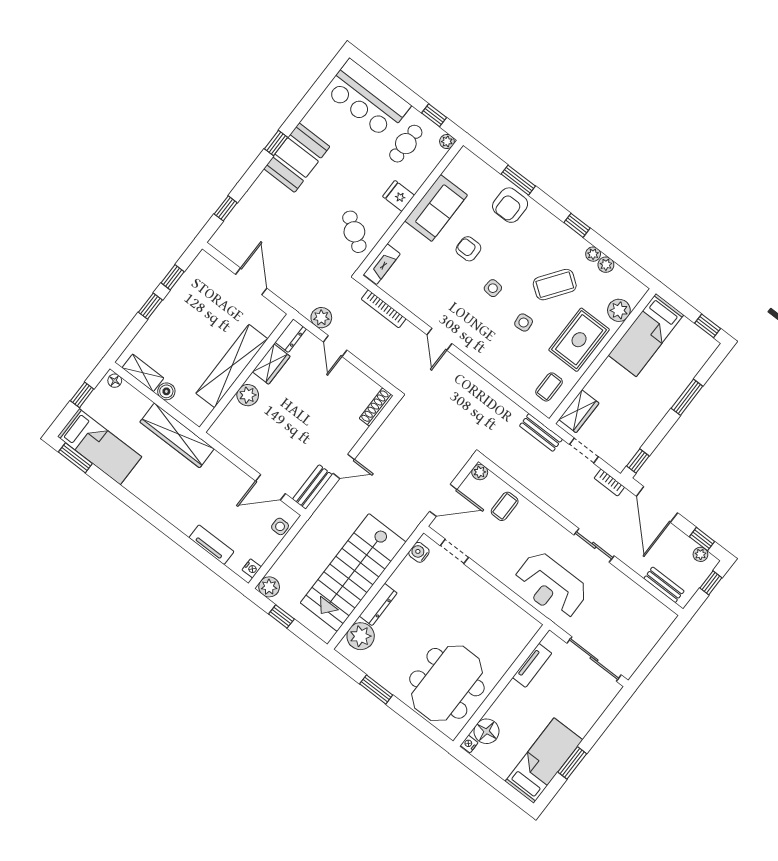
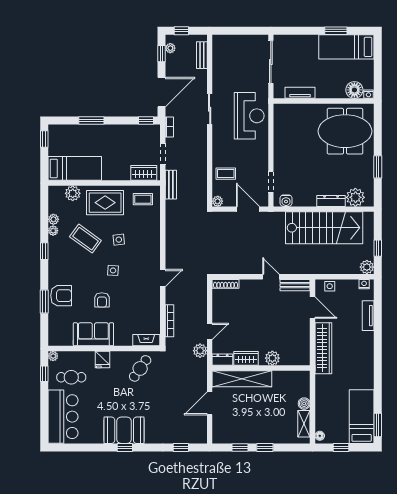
shelving: (232, 366) -> (242, 379), moved
wardrobe: (177, 435) -> (323, 348), moved

